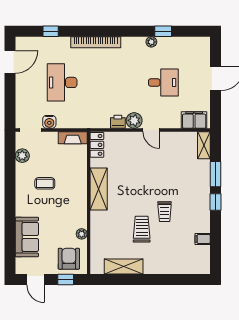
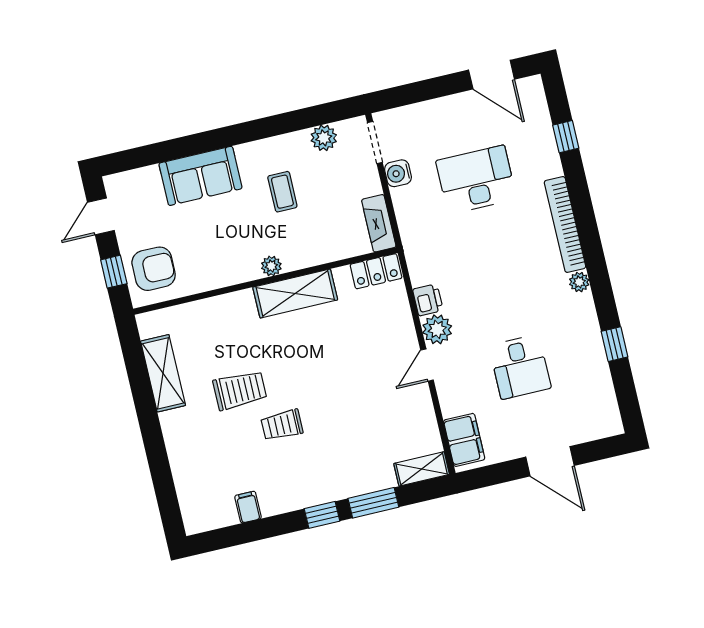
plant: (151, 42) -> (579, 282), moved
plant: (82, 234) -> (271, 266), moved
sofa: (27, 237) -> (200, 176), moved

